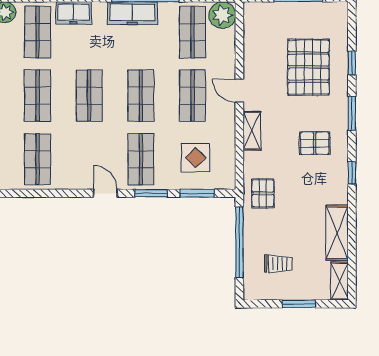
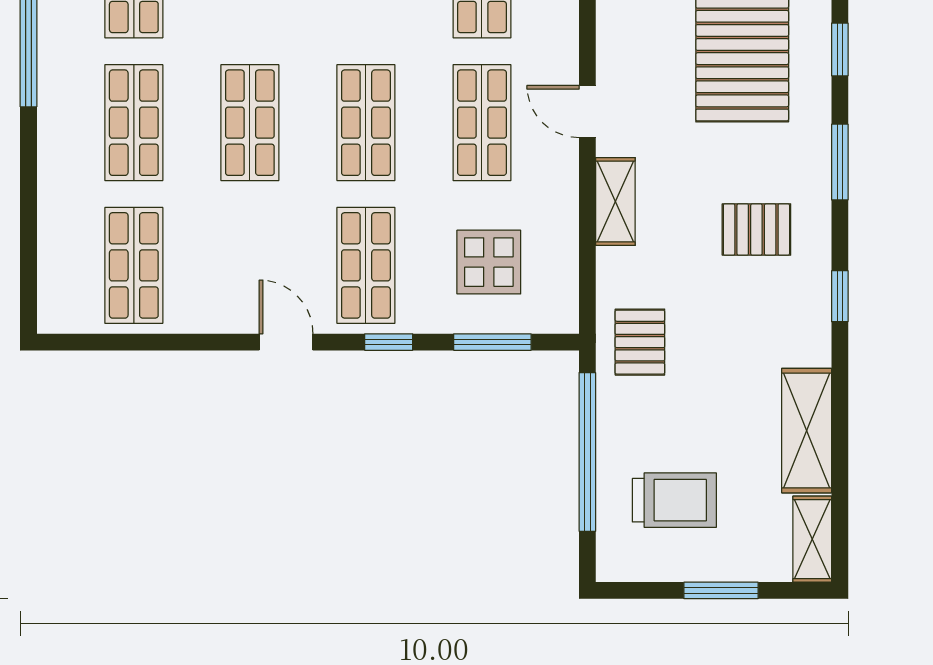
window: (151, 193) -> (389, 342), width x0.67
trolley: (278, 264) -> (674, 500), width x1.36, depth x1.39

